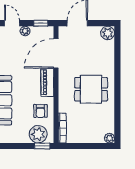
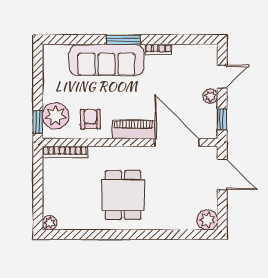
armchair: (40, 111) -> (90, 119), turned 90

